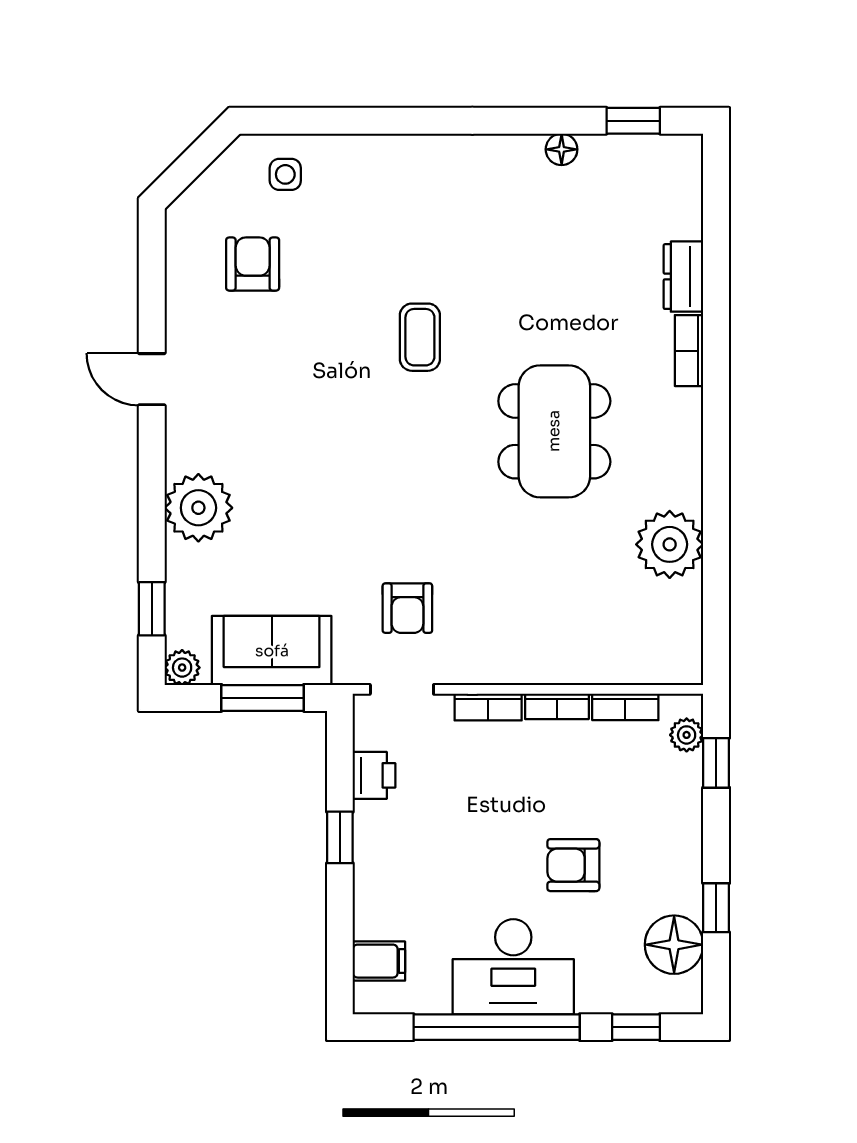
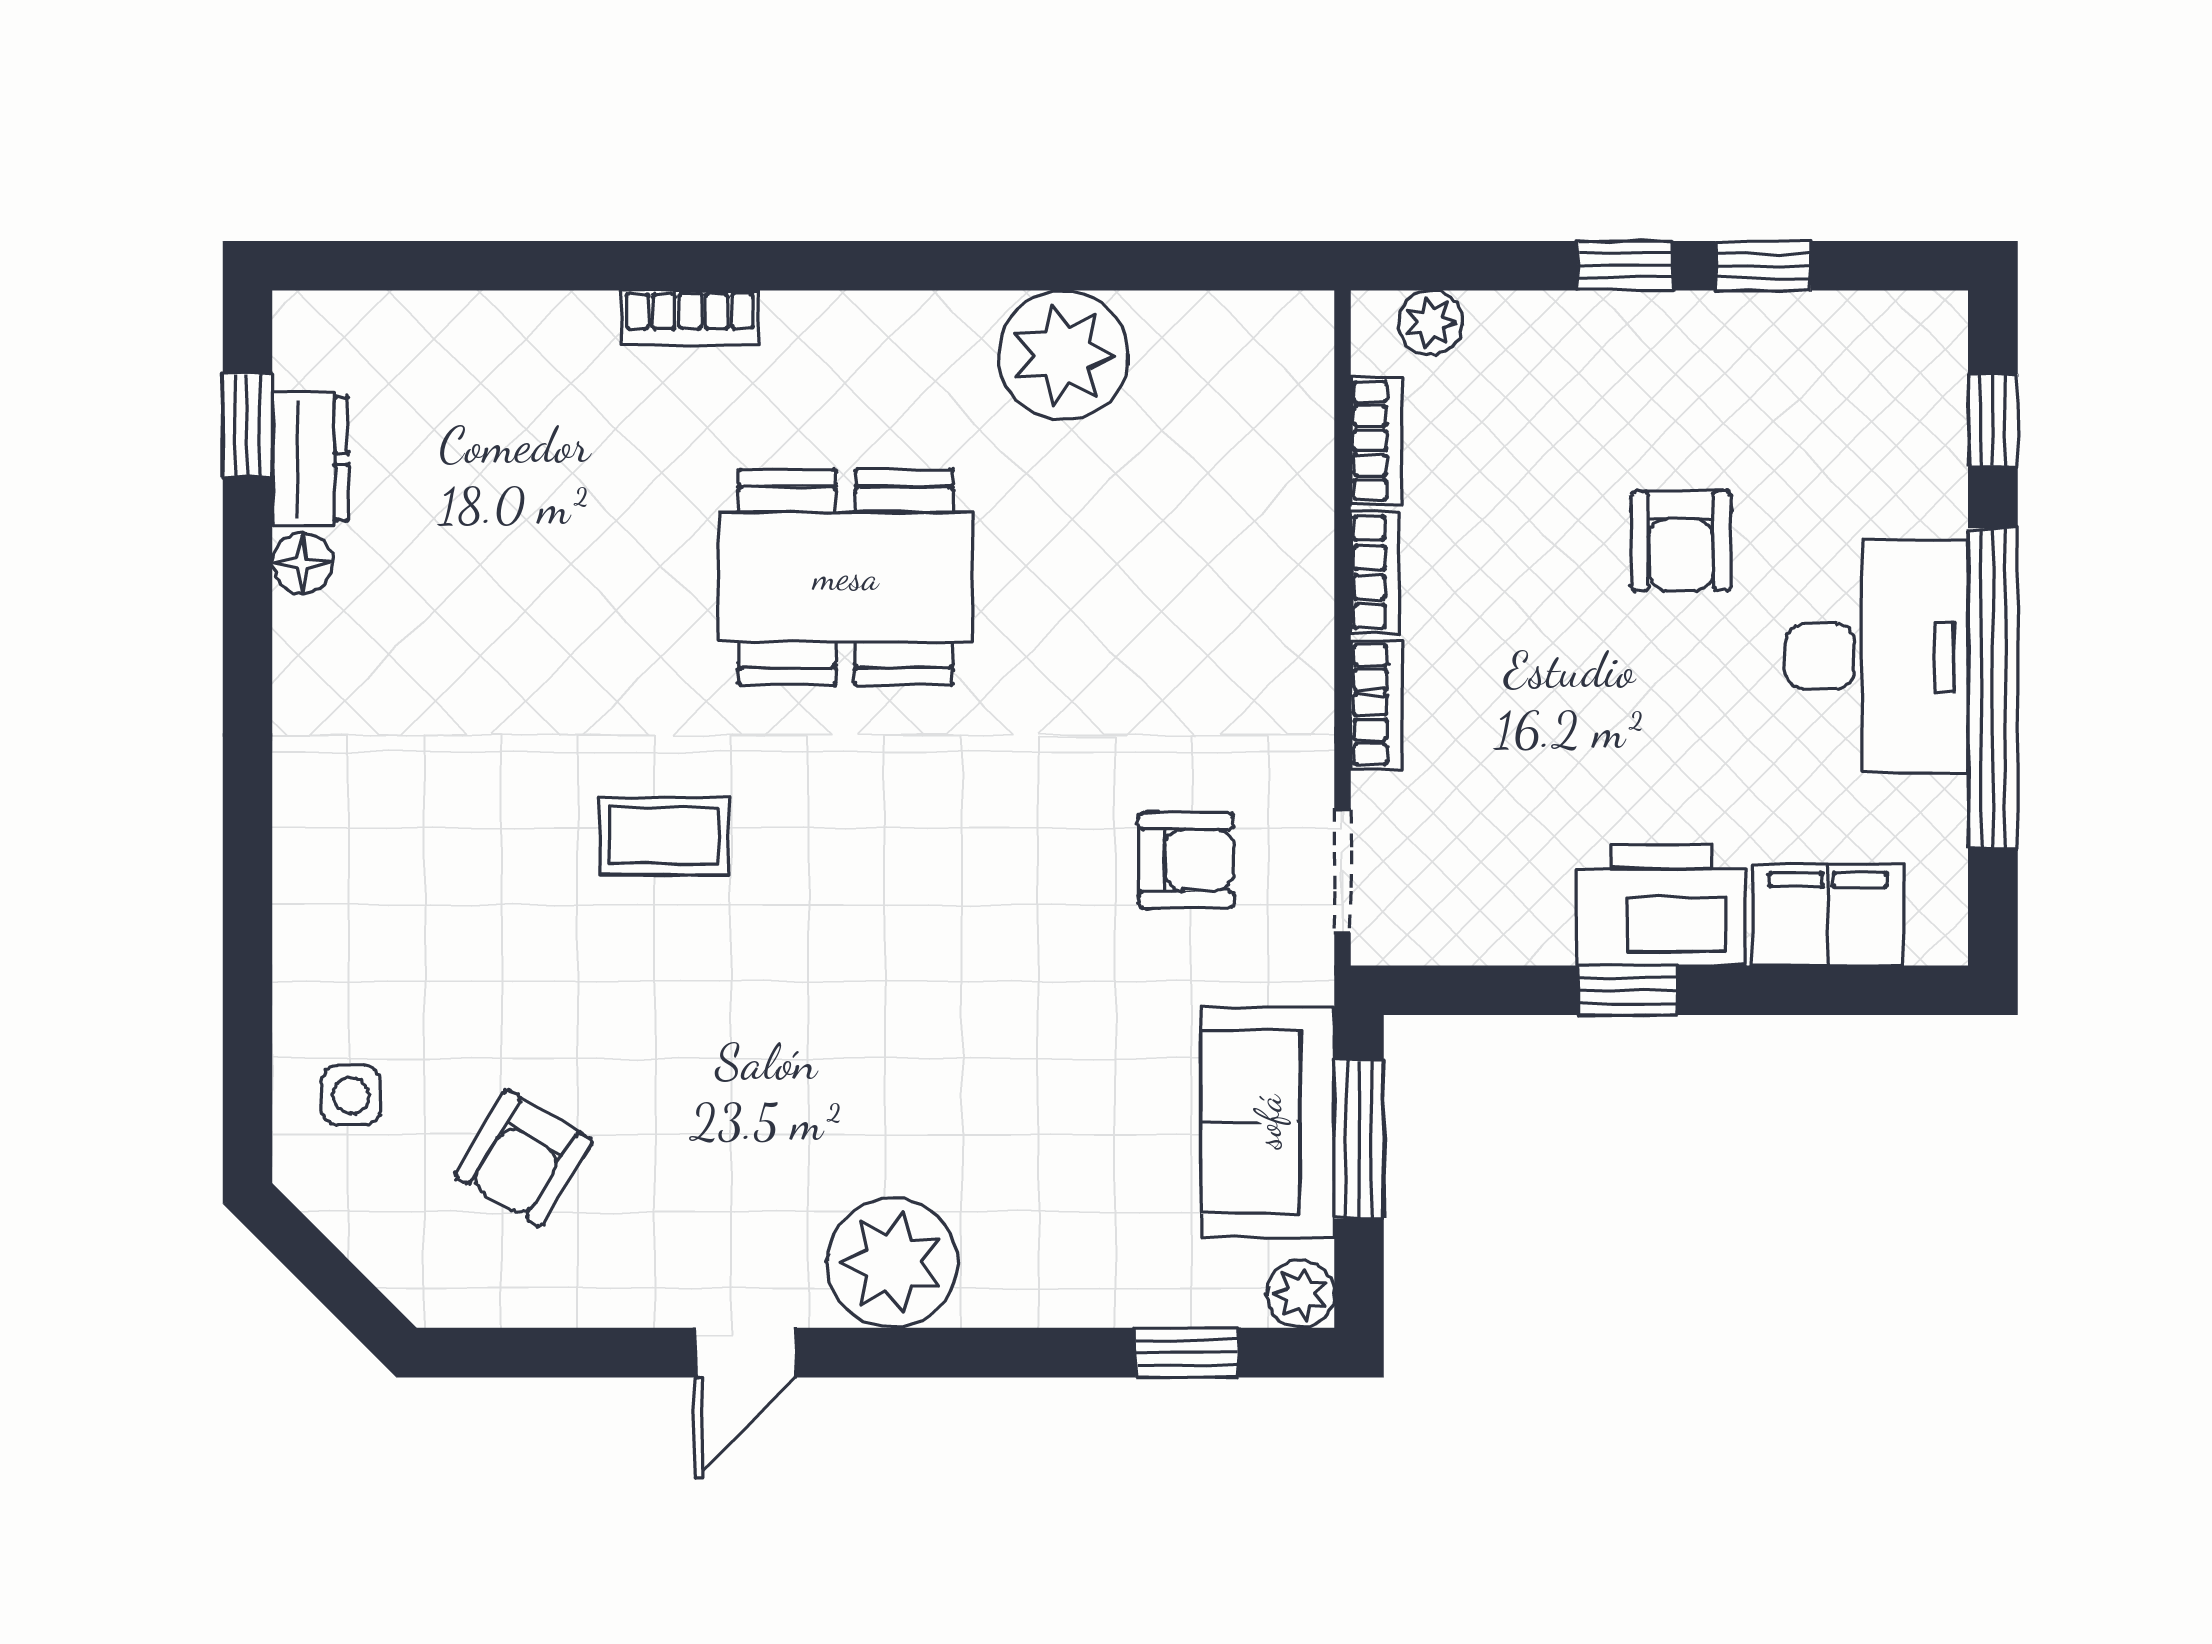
armchair: (253, 264) -> (523, 1158), turned -59
dresser: (683, 277) -> (310, 459), moved, turned -90
plant: (198, 508) -> (892, 1263), moved
window: (716, 763) -> (1625, 266), moved
printer: (374, 775) -> (1661, 905), moved, width x1.87, depth x1.48
floor lamp: (674, 945) -> (1834, 347), removed
filing cabinet: (379, 961) -> (1828, 915), width x2.00

